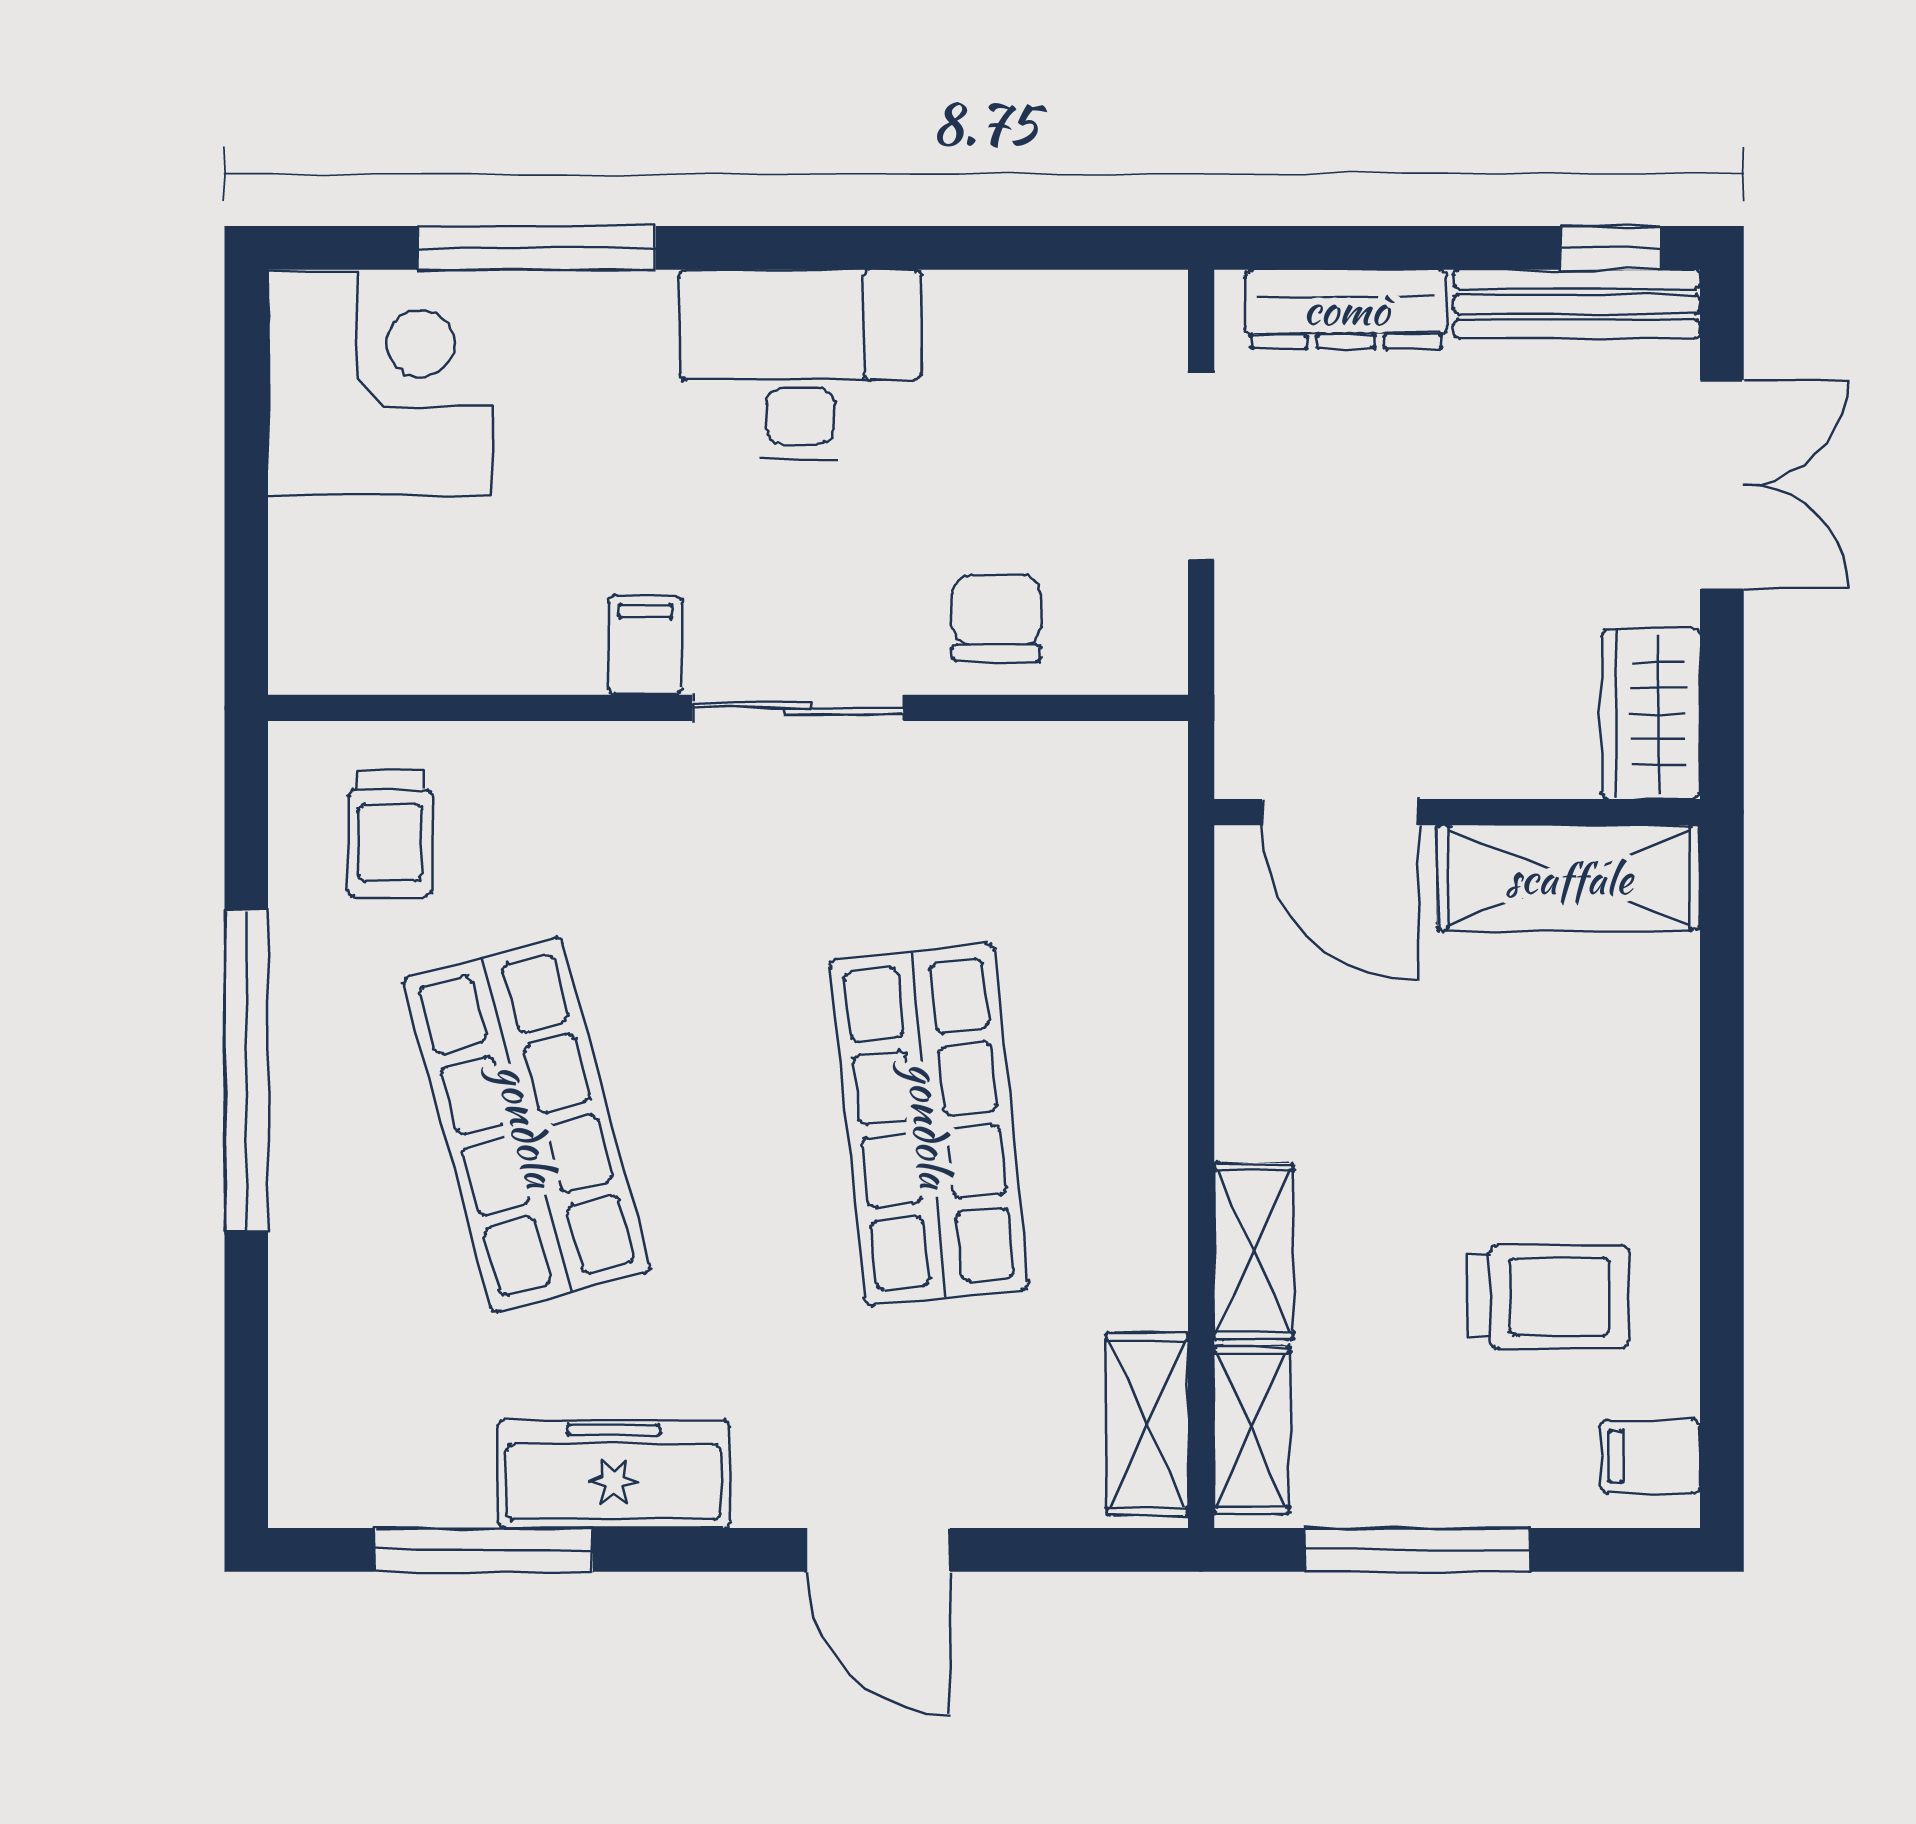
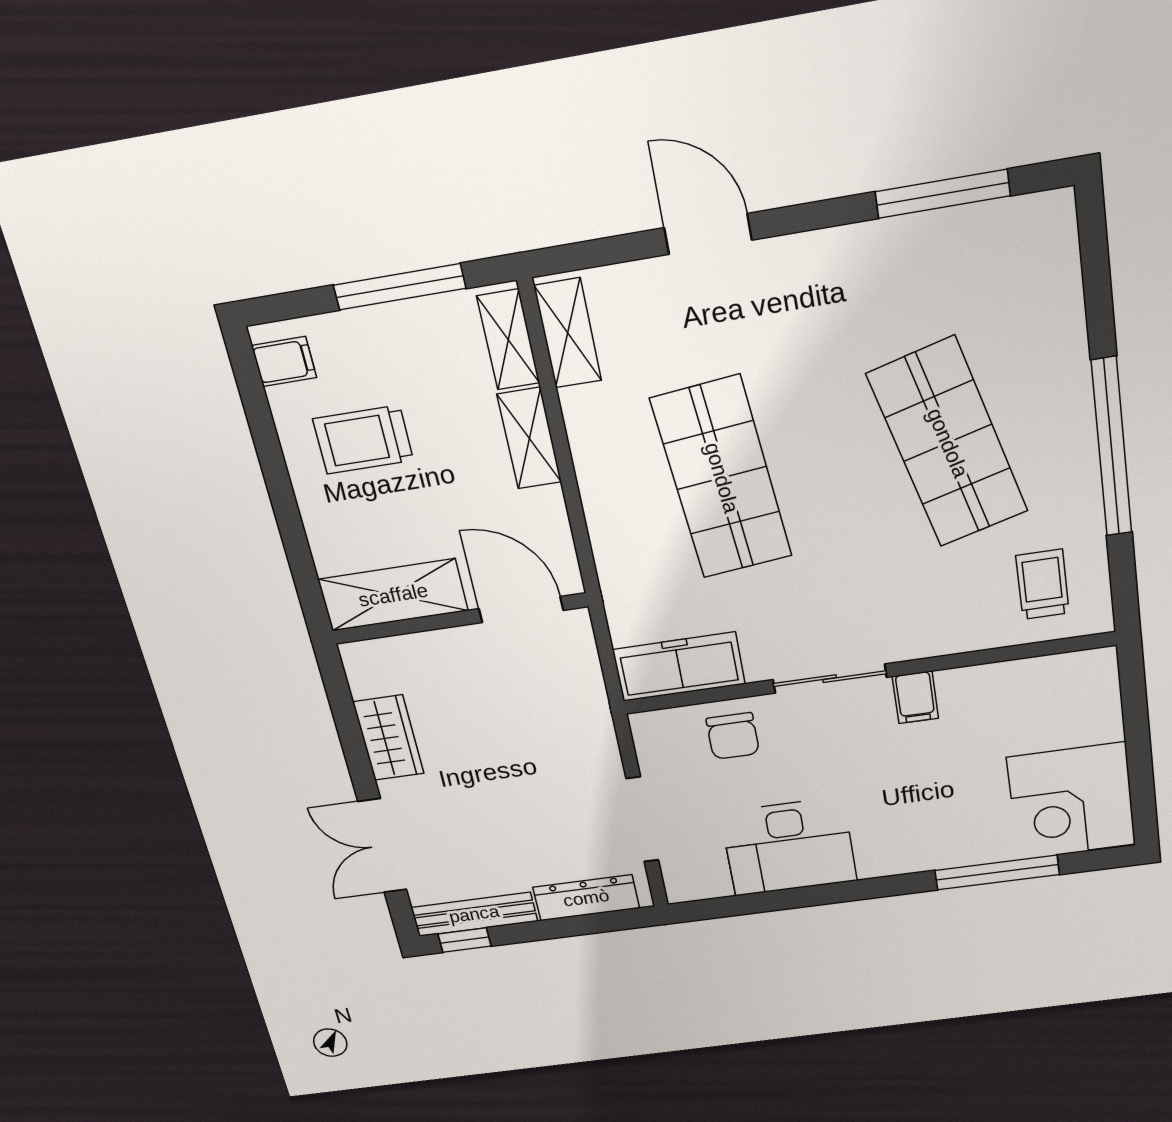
desk: (800, 365) -> (789, 847), moved
door: (1340, 812) -> (521, 610), moved
wall: (1457, 812) -> (460, 619), moved
shelving: (1569, 878) -> (393, 595), moved
freezer: (614, 1474) -> (679, 667), moved, turned 180

